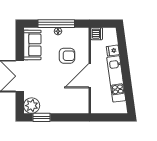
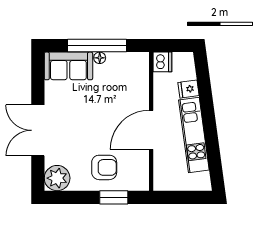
sofa: (32, 45) -> (68, 66), moved, turned 90
armchair: (67, 56) -> (104, 167), moved
window: (42, 117) -> (114, 197), moved

